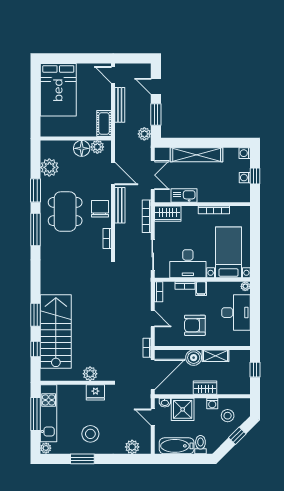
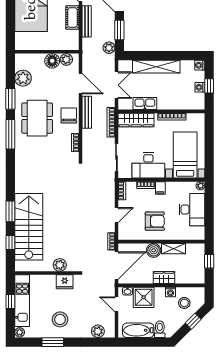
cot: (104, 123) -> (72, 17), moved
wardrobe: (168, 214) -> (136, 120), width x1.50
door: (153, 319) -> (116, 215), hinge flipped
armchair: (195, 325) -> (155, 221), turned 180
window: (36, 414) -> (10, 301), width x0.46

